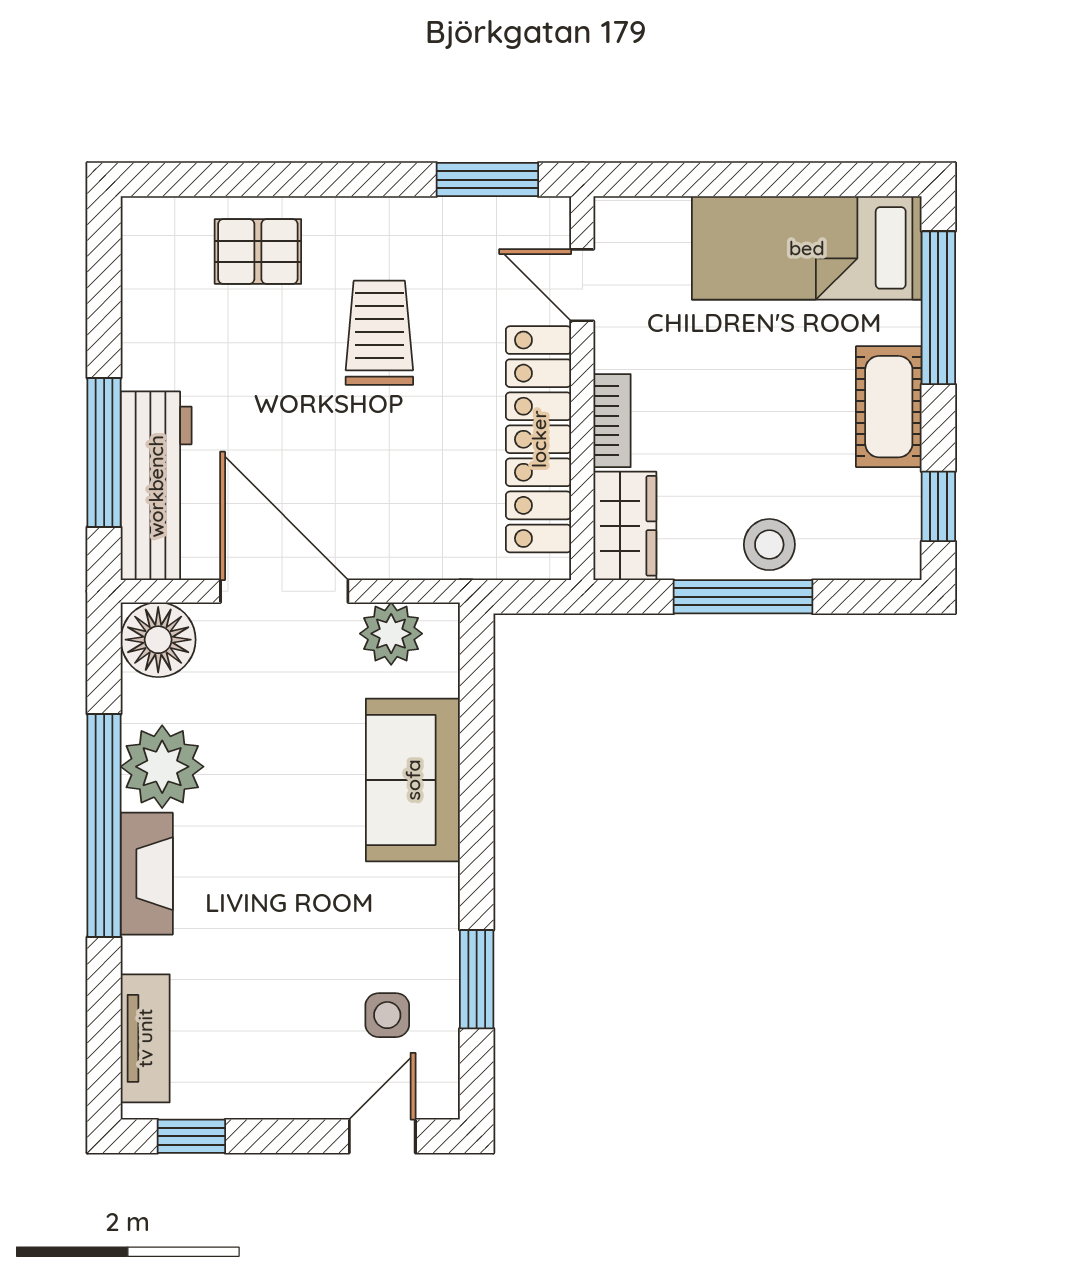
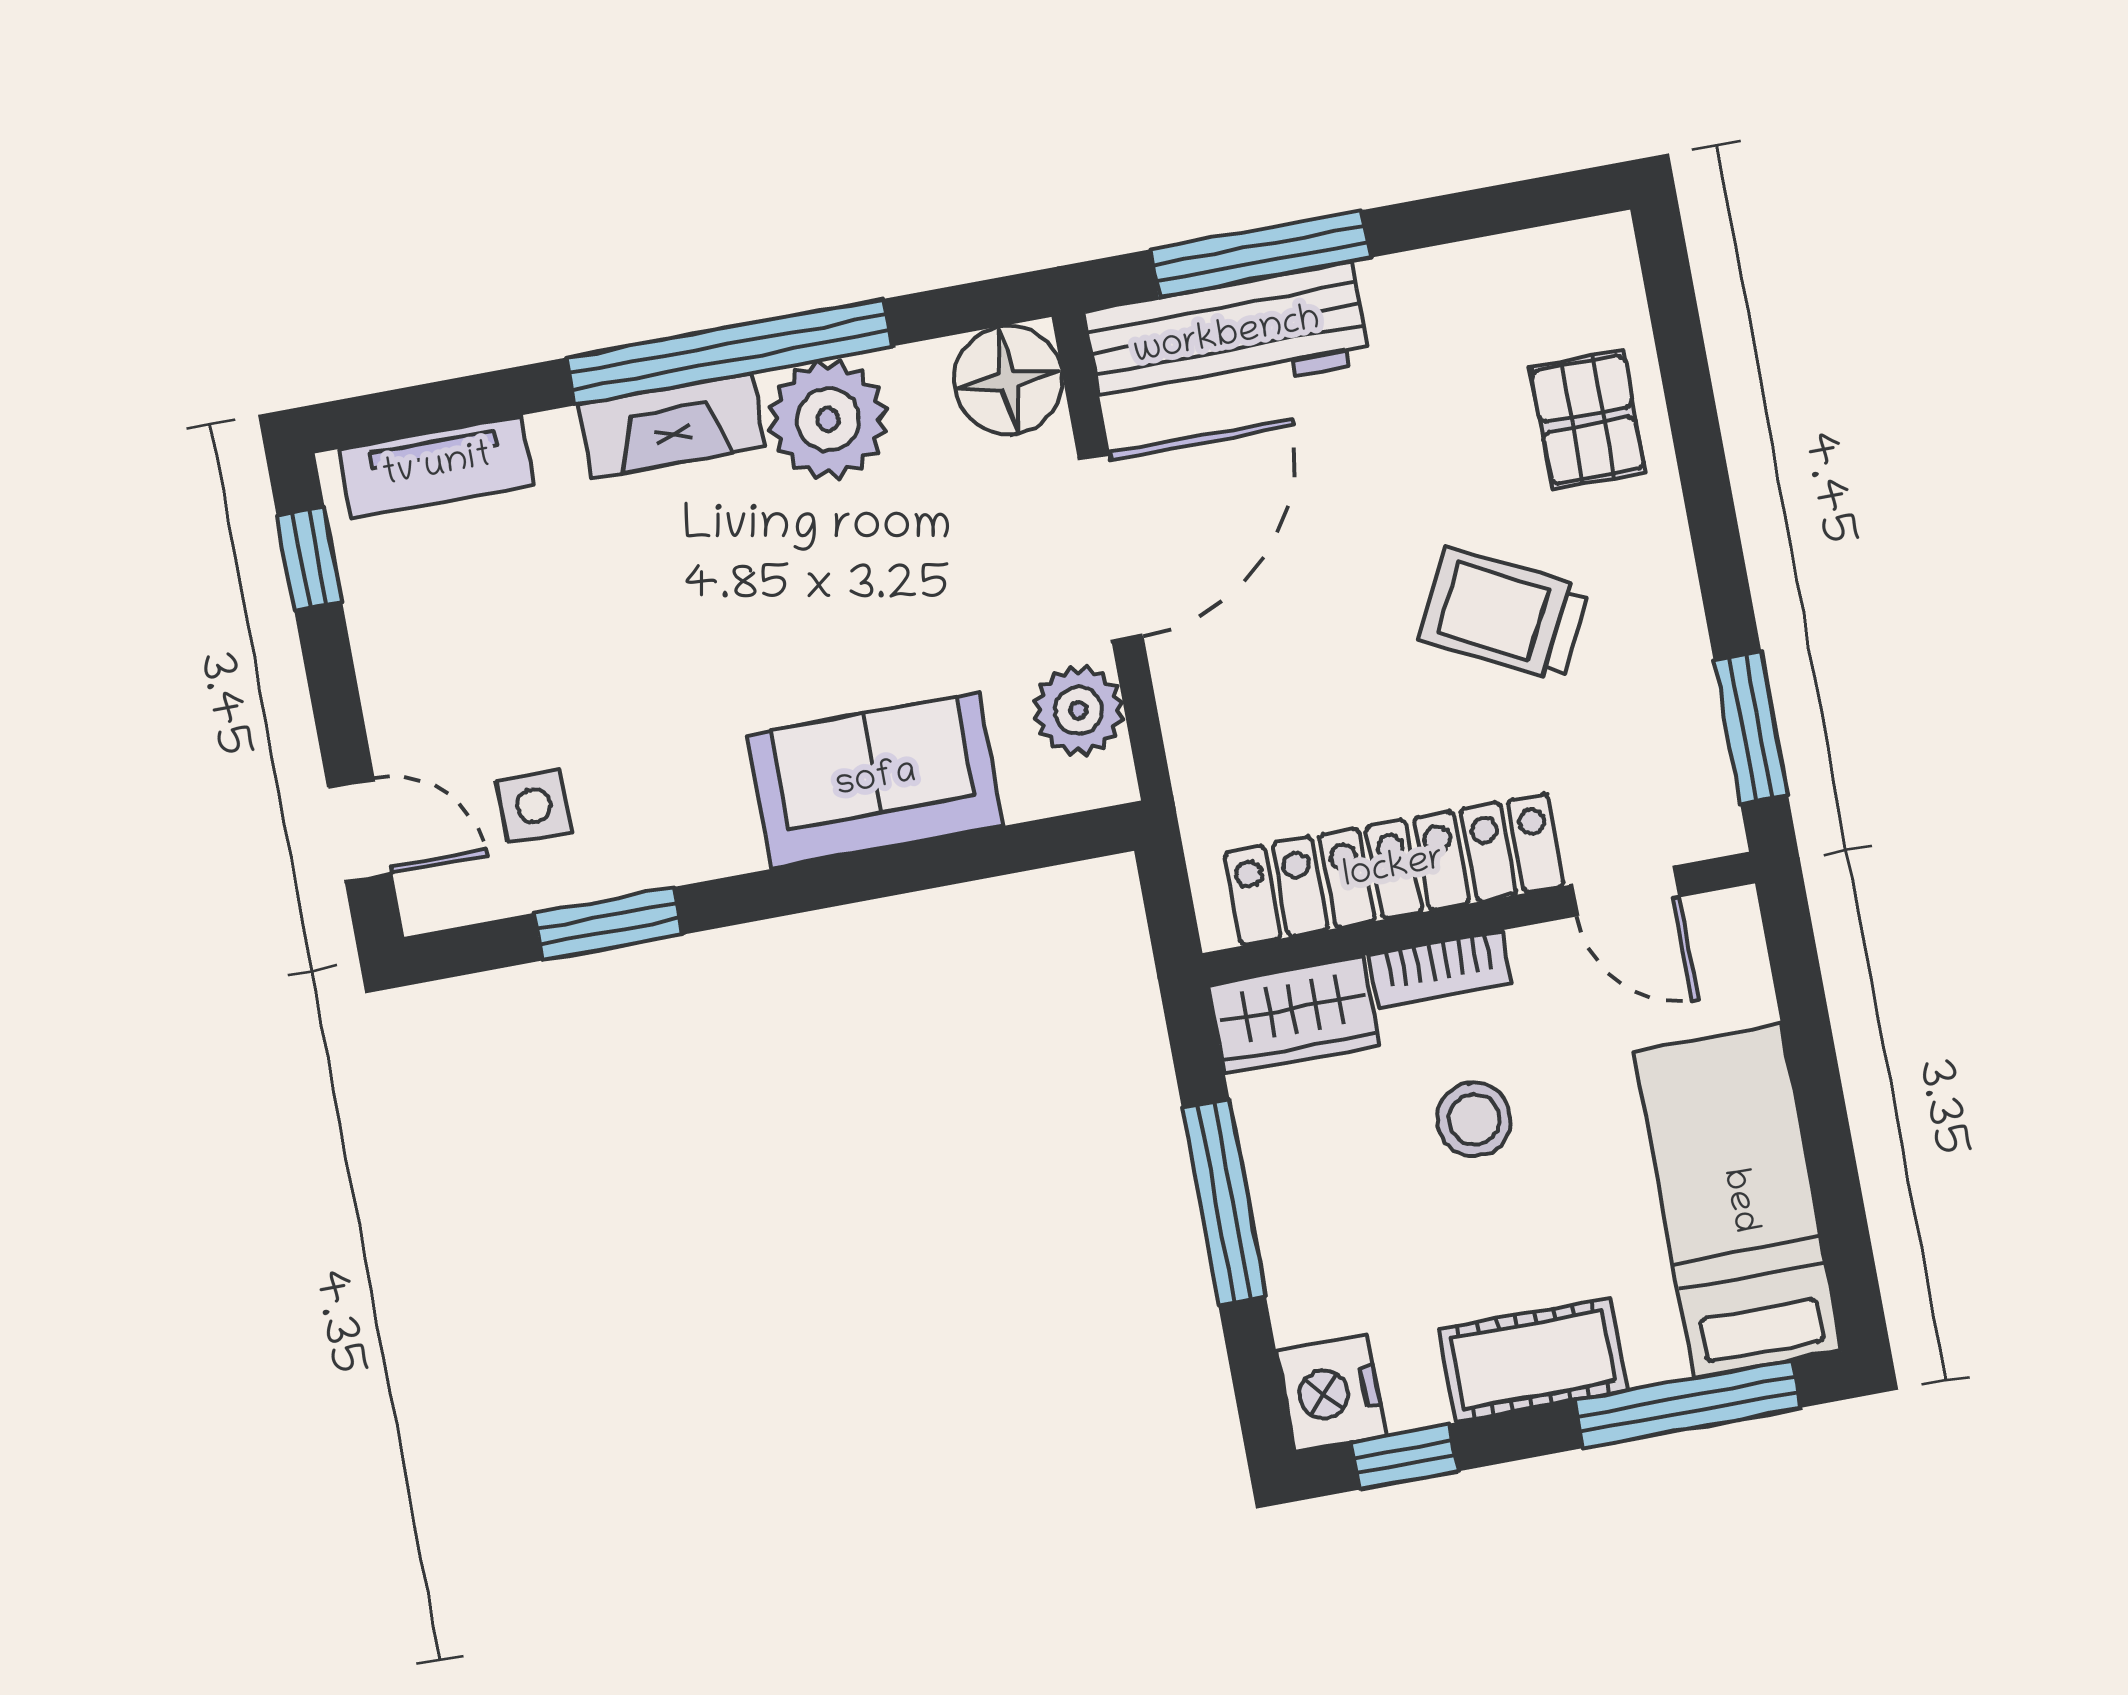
door: (582, 285) -> (1625, 891), swing flipped
trolley: (379, 333) -> (1504, 614), turned -153
stool: (769, 545) -> (1474, 1119), moved
nightstand: (886, 548) -> (1331, 1393), added

